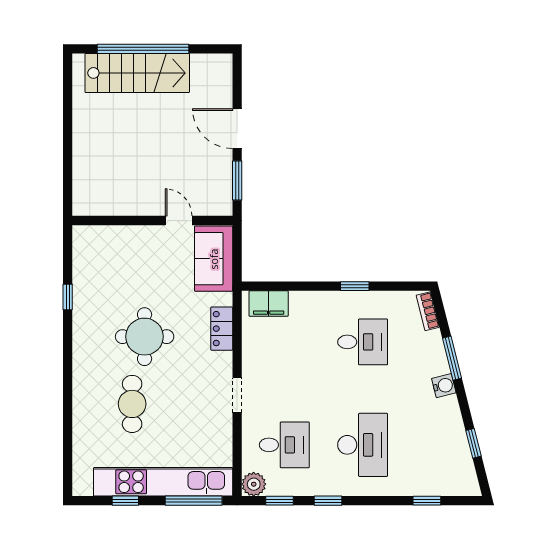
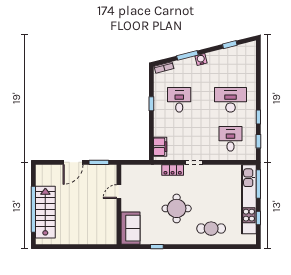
sofa: (214, 259) -> (130, 228), moved, turned -90
doorway: (237, 395) -> (194, 162), moved
cafe table: (132, 404) -> (211, 229), moved
plant: (254, 484) -> (250, 154), removed
window: (427, 501) -> (258, 68), removed

